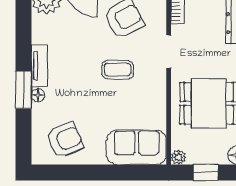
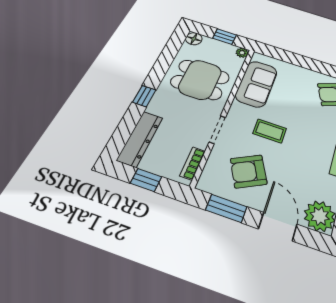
sofa: (136, 147) -> (256, 84), moved, turned -90

